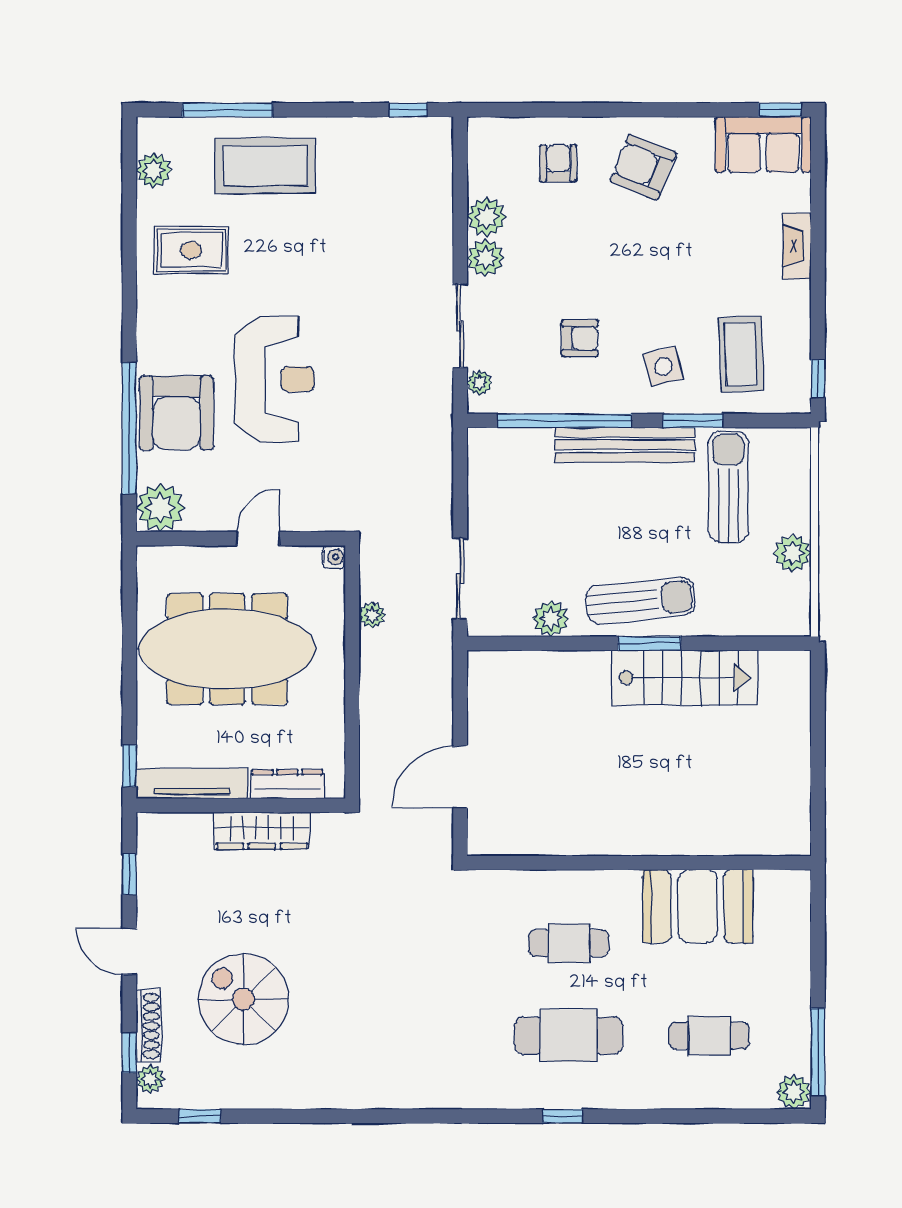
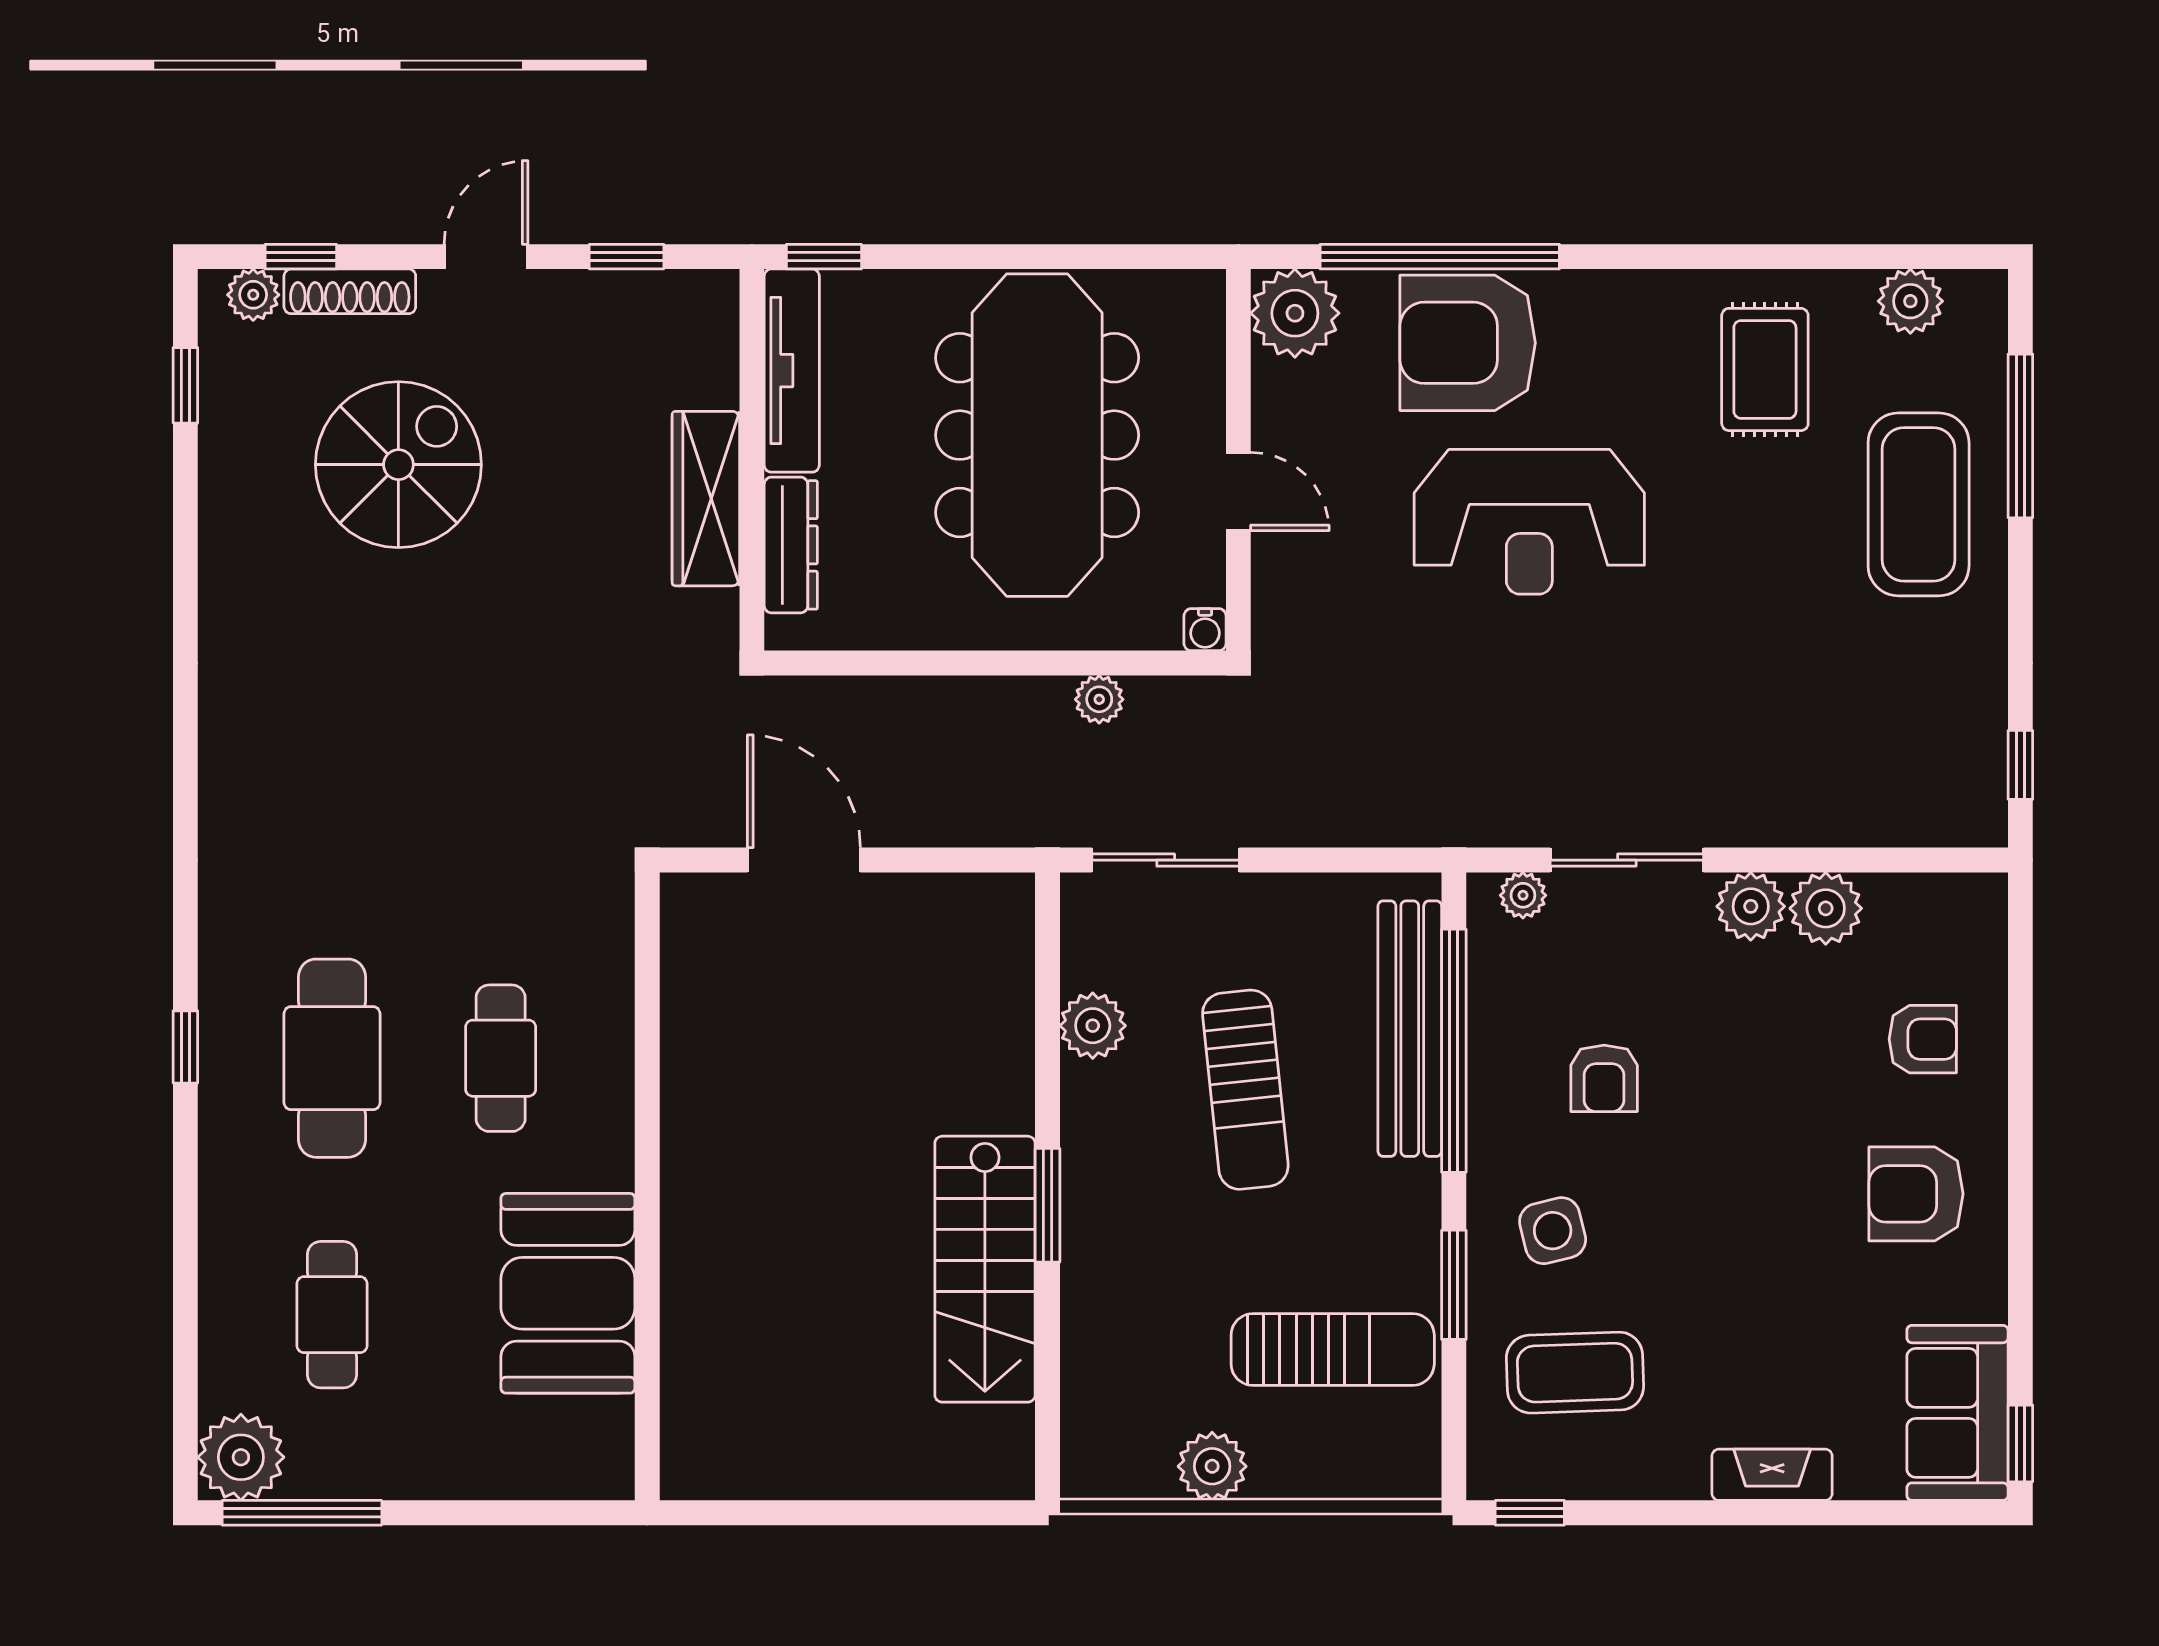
armchair: (643, 167) -> (1916, 1194), turned -112
bench: (625, 445) -> (1410, 1029), moved
sun lounger: (641, 601) -> (1245, 1090), moved
plant: (794, 1092) -> (241, 1457), width x1.36, depth x1.36

